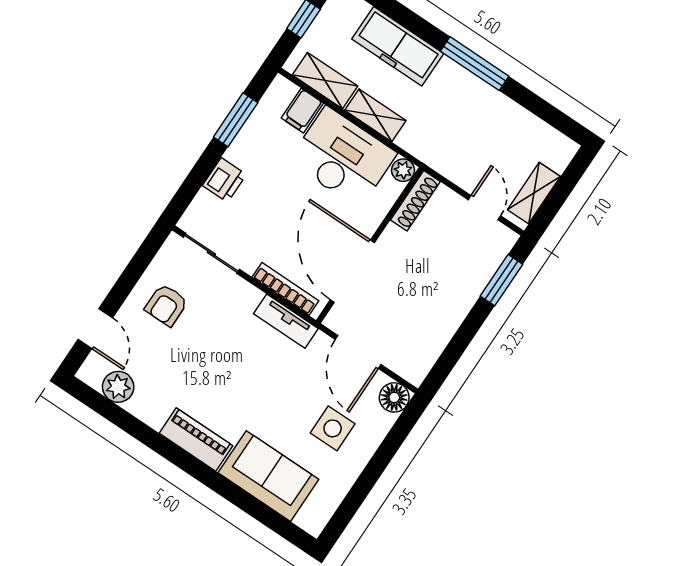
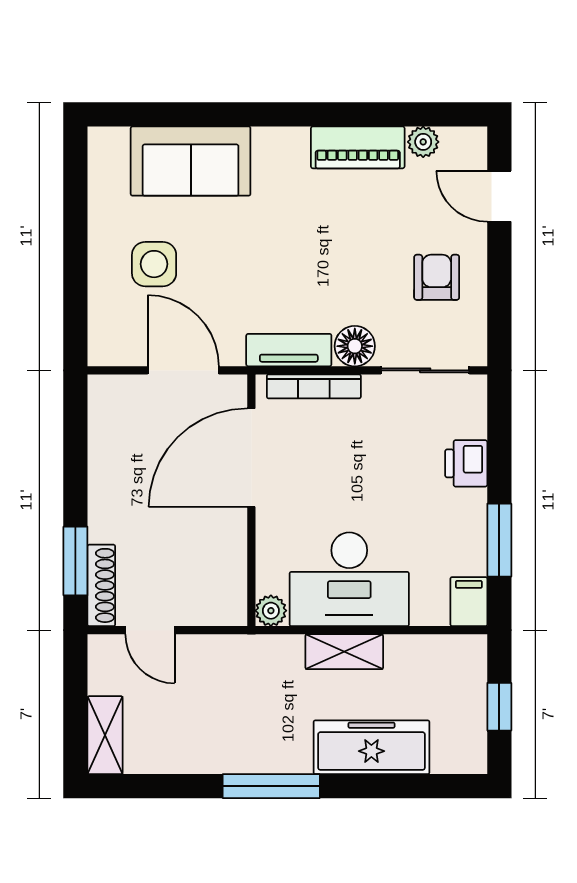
shelving: (325, 81) -> (428, 653), removed
filing cabinet: (302, 111) -> (469, 602), moved
shelving: (534, 193) -> (105, 735), moved
shoe rack: (415, 201) -> (101, 585), moved, turned 180
door: (352, 271) -> (251, 458), swing flipped
plant: (118, 387) -> (423, 142), width x0.73, depth x0.73
floor lamp: (394, 397) -> (355, 346), moved
piano: (196, 440) -> (358, 147), moved

